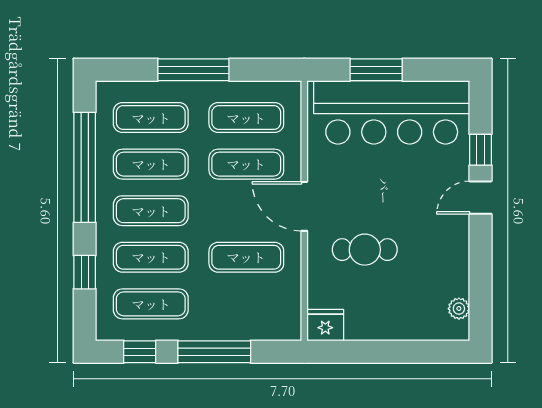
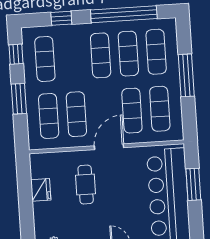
exercise mat: (151, 257) -> (49, 116), moved
fridge: (325, 325) -> (41, 190), moved
window: (214, 352) -> (19, 99), width x0.69

